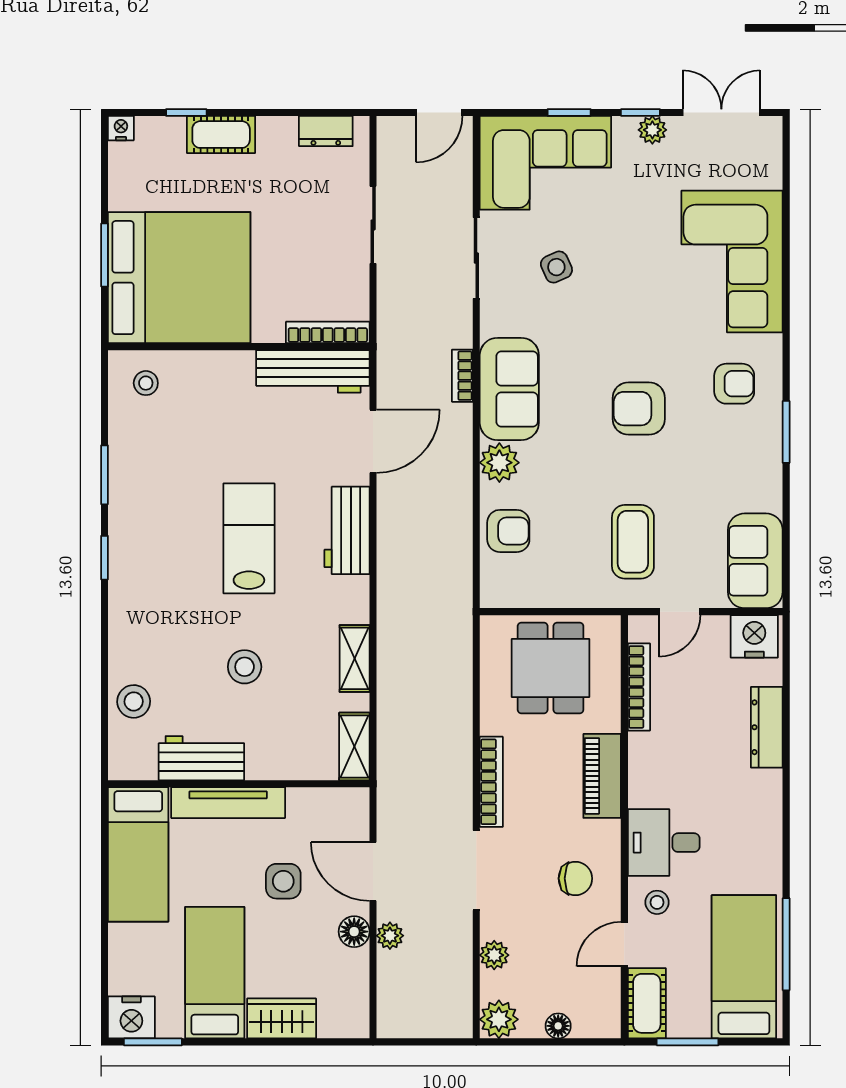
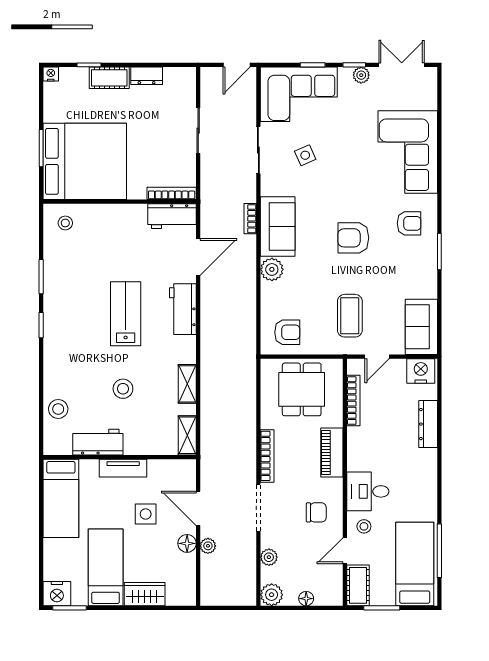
dresser: (326, 131) -> (147, 76), moved
workbench: (313, 371) -> (172, 216), width x0.73
armchair: (508, 531) -> (287, 332), moved
tv unit: (228, 803) -> (123, 468), width x0.71

